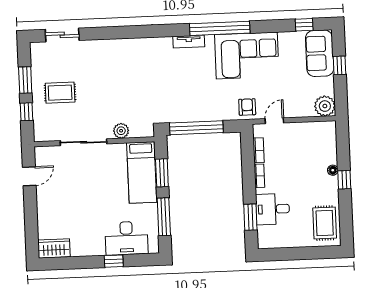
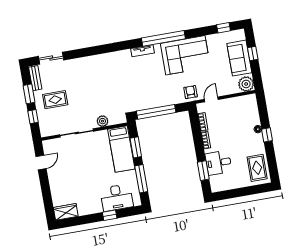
sofa: (320, 53) -> (239, 58), moved
bench: (37, 59) -> (35, 78), added

